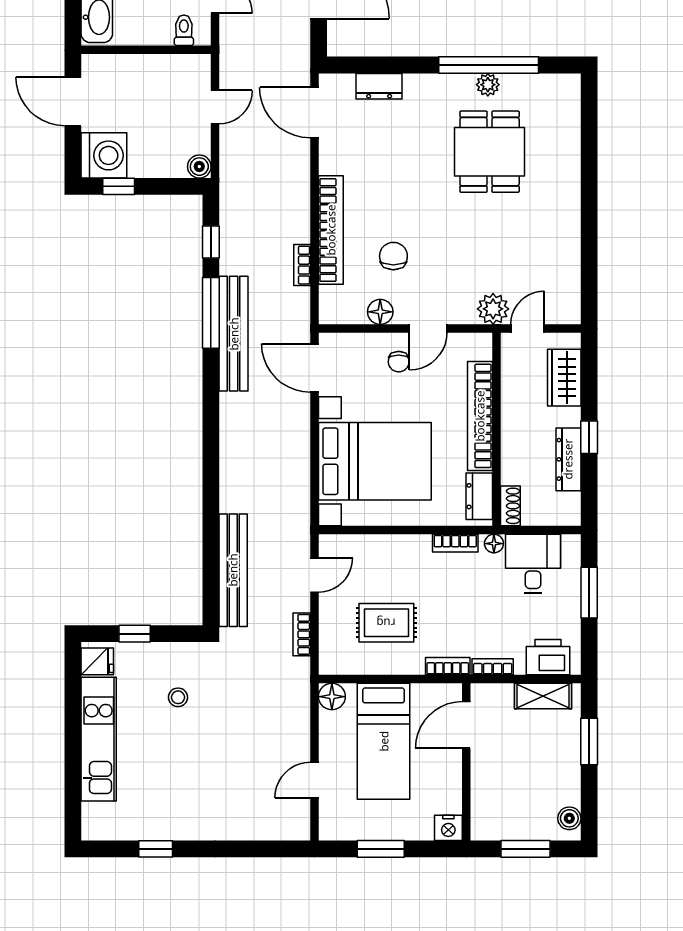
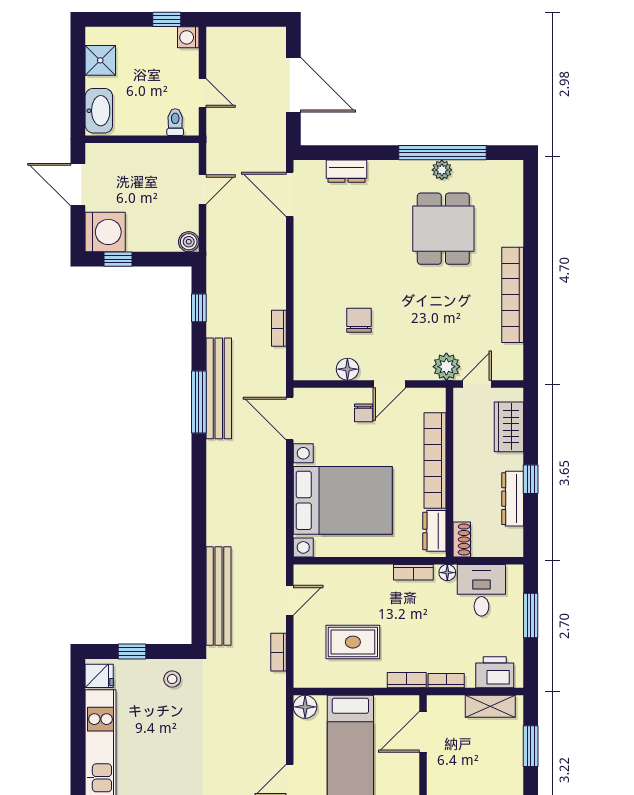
bookcase: (331, 230) -> (513, 295), moved, turned 180
window: (211, 313) -> (199, 402), moved
stool: (178, 697) -> (172, 679), moved

